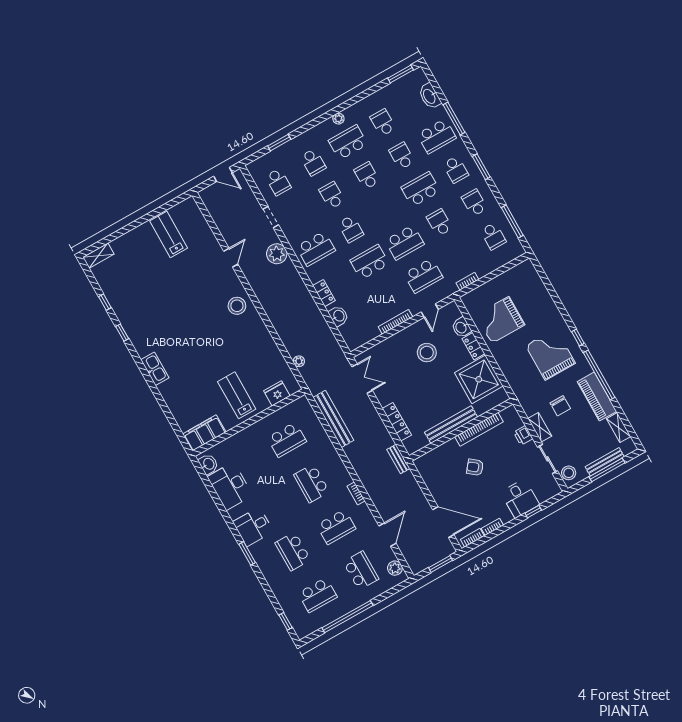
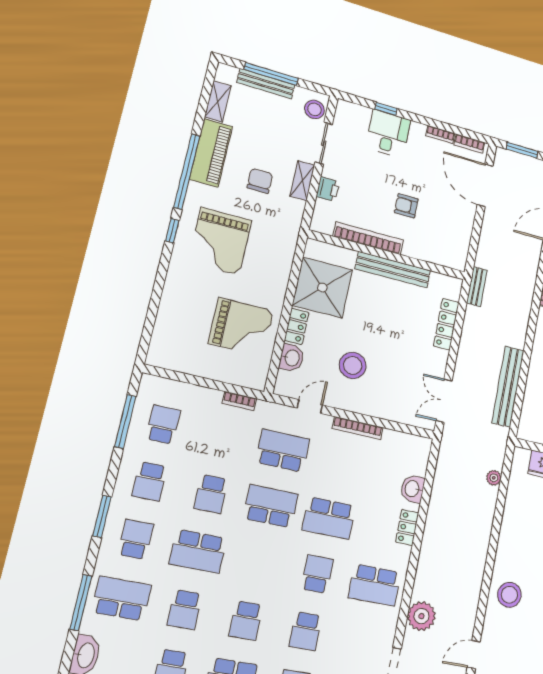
school desk: (316, 249) -> (375, 585), turned 180
armchair: (475, 467) -> (406, 206), turned 141

